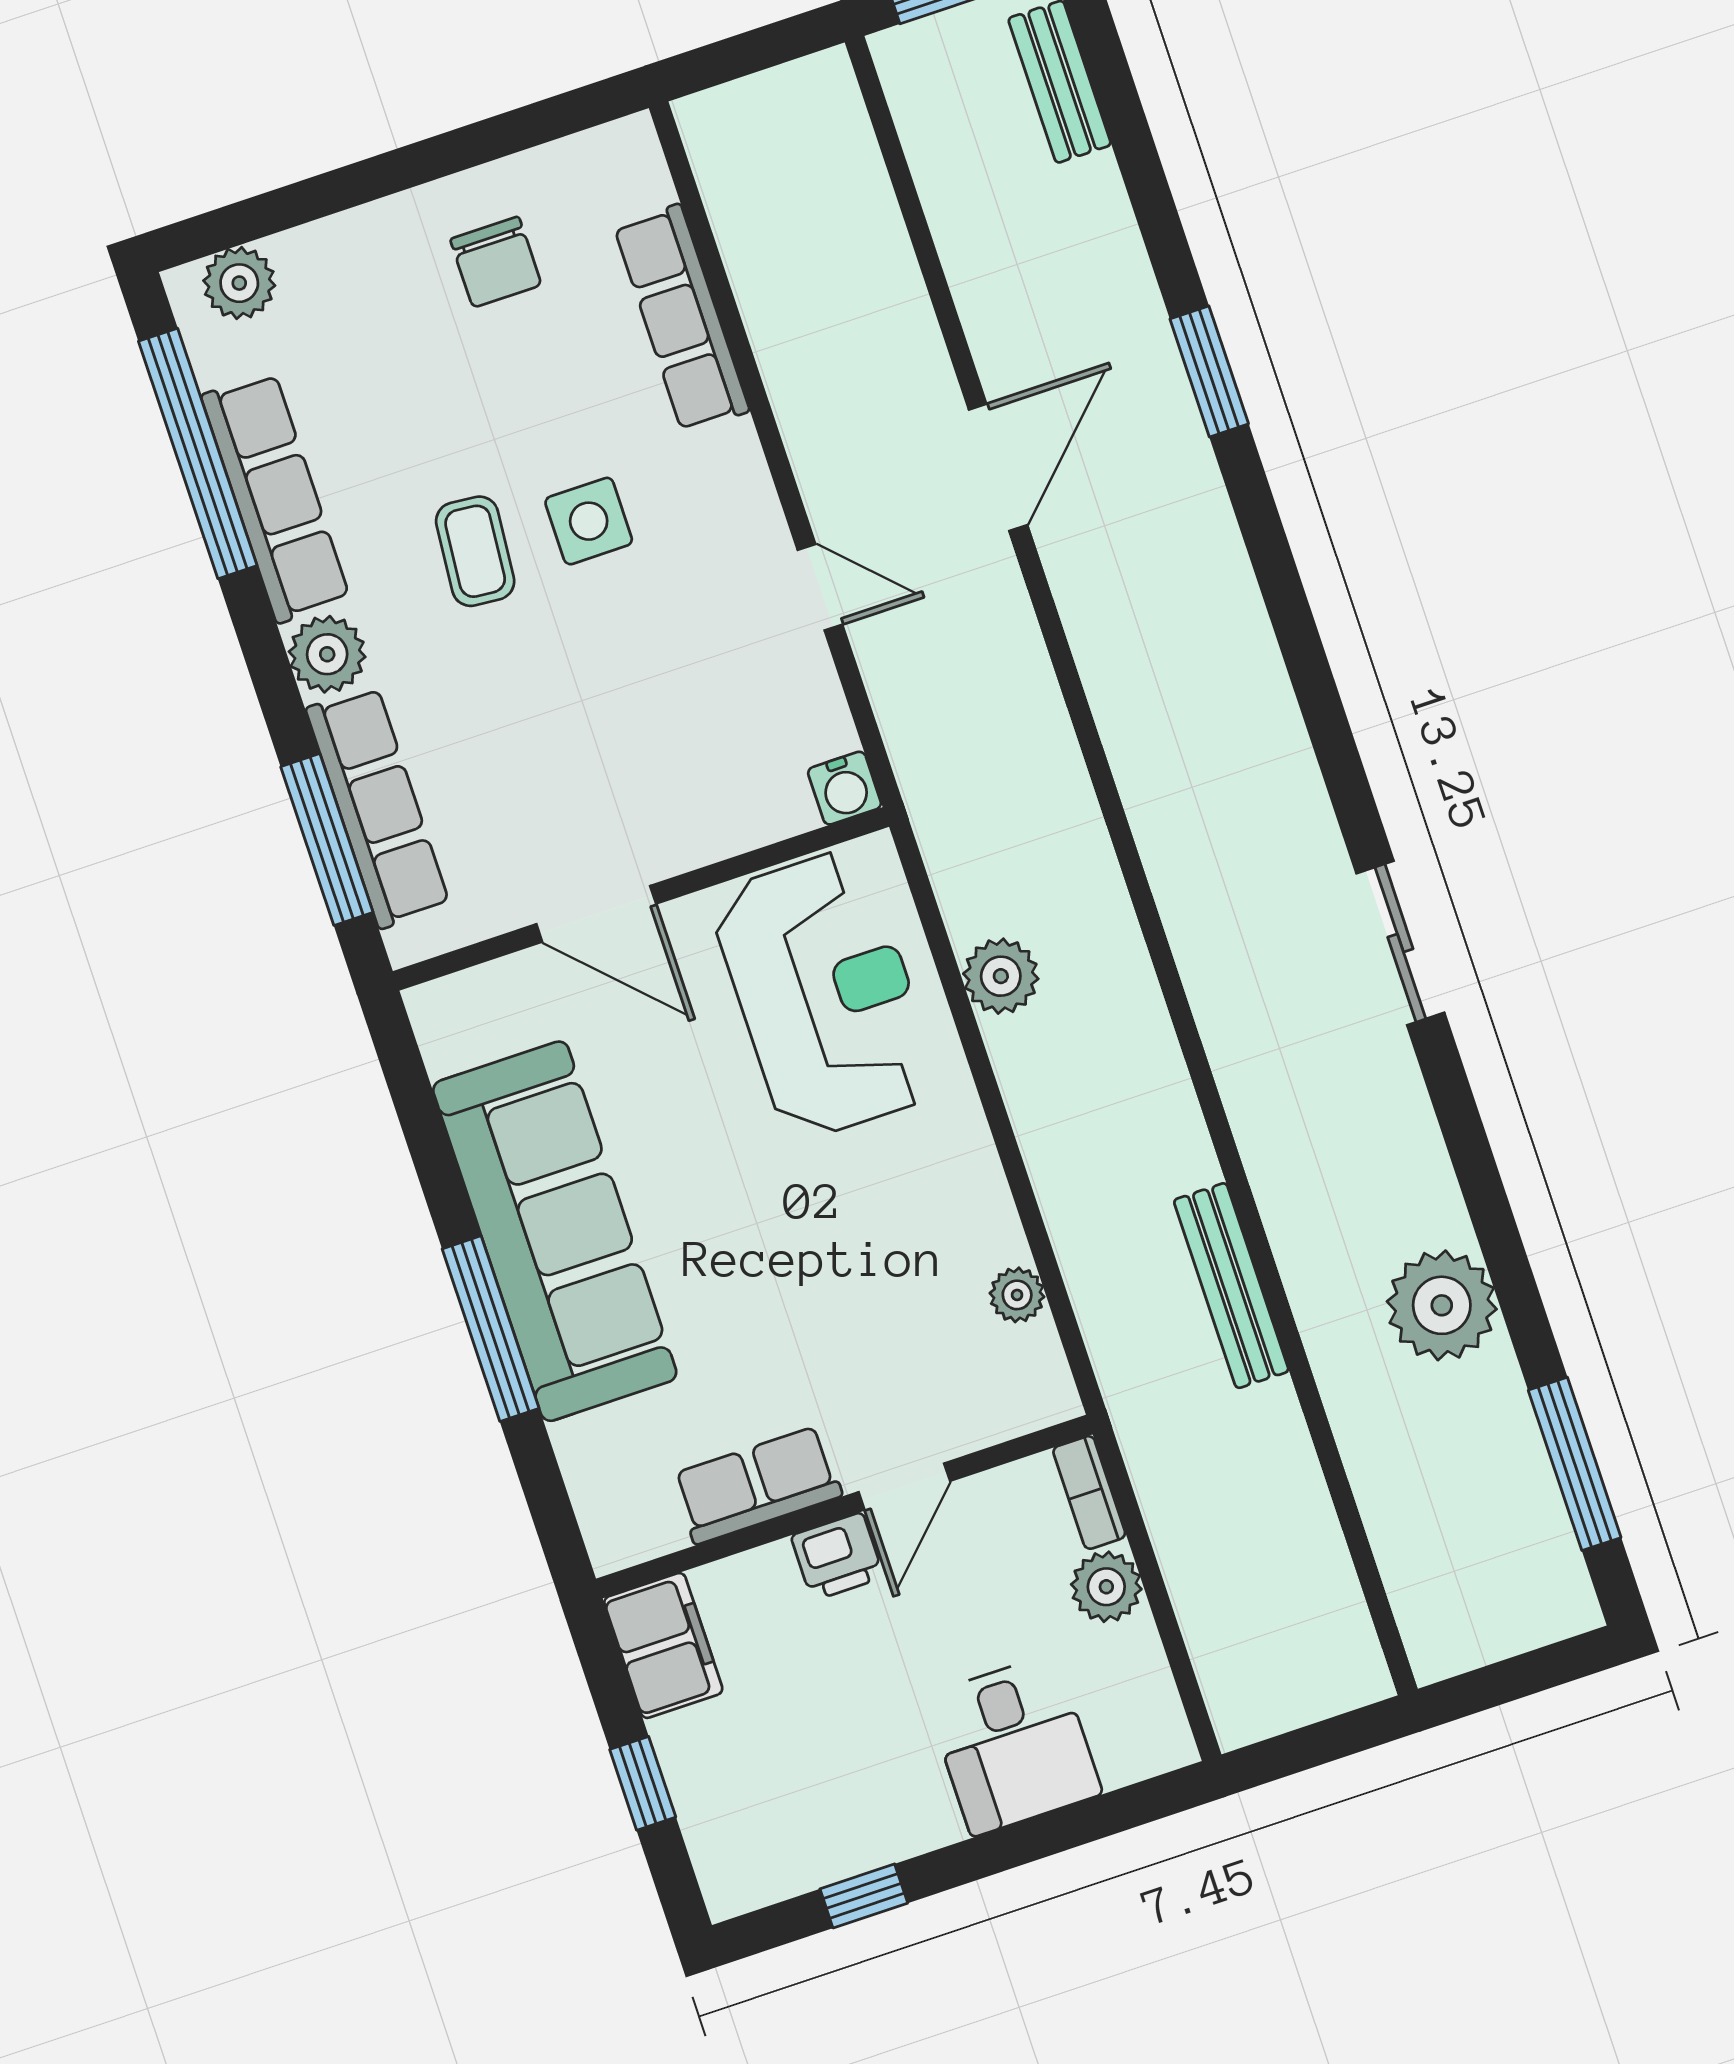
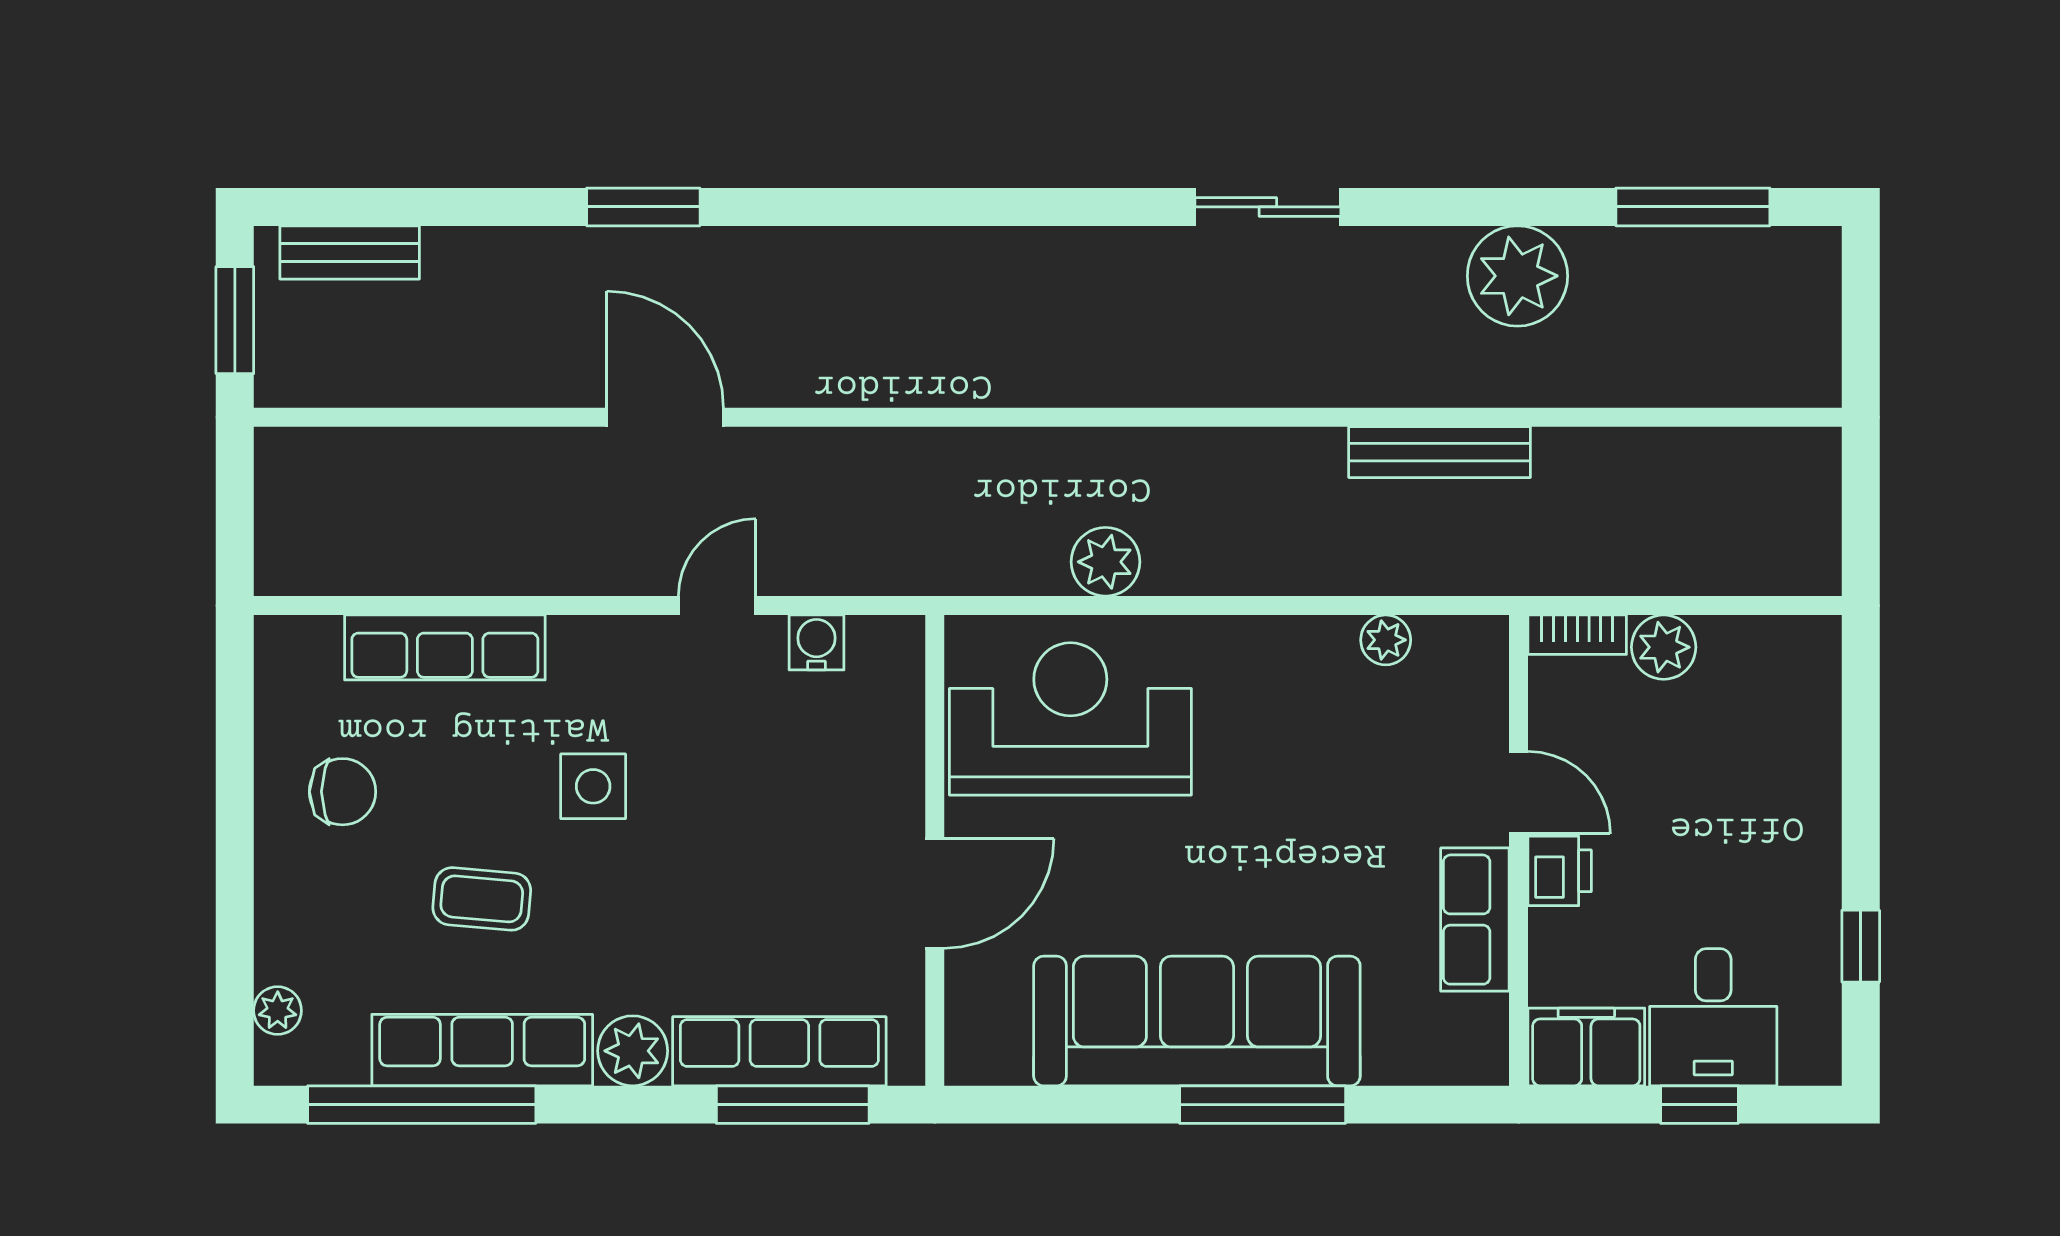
plant: (239, 283) -> (278, 1011), width x0.73, depth x0.73
coffee table: (475, 551) -> (482, 899), moved
water cooler: (845, 788) -> (816, 642), moved, turned -90
sliding door: (1400, 943) -> (1268, 207), moved
desk: (1014, 1745) -> (1713, 1017), moved, turned 90

